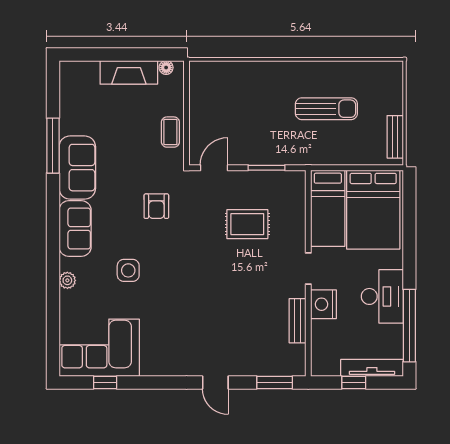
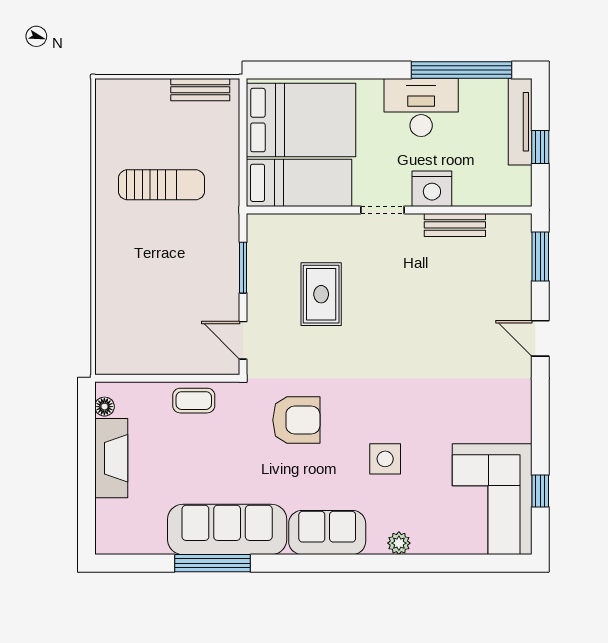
sun lounger: (326, 109) -> (161, 185), turned 90
sofa: (77, 168) -> (227, 529), width x1.36
armchair: (156, 206) -> (296, 420), width x1.38, depth x1.38
door: (215, 382) -> (540, 338), swing flipped

